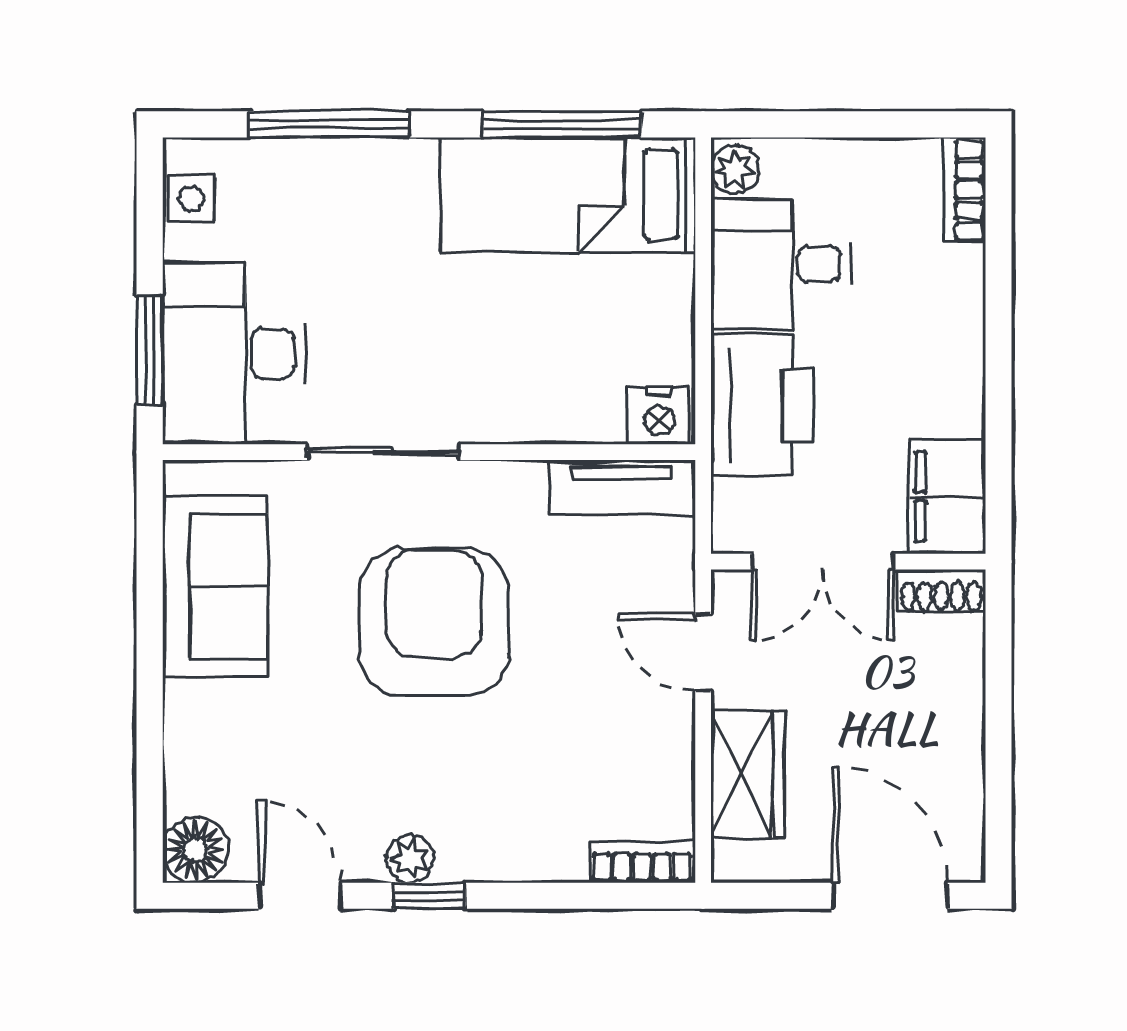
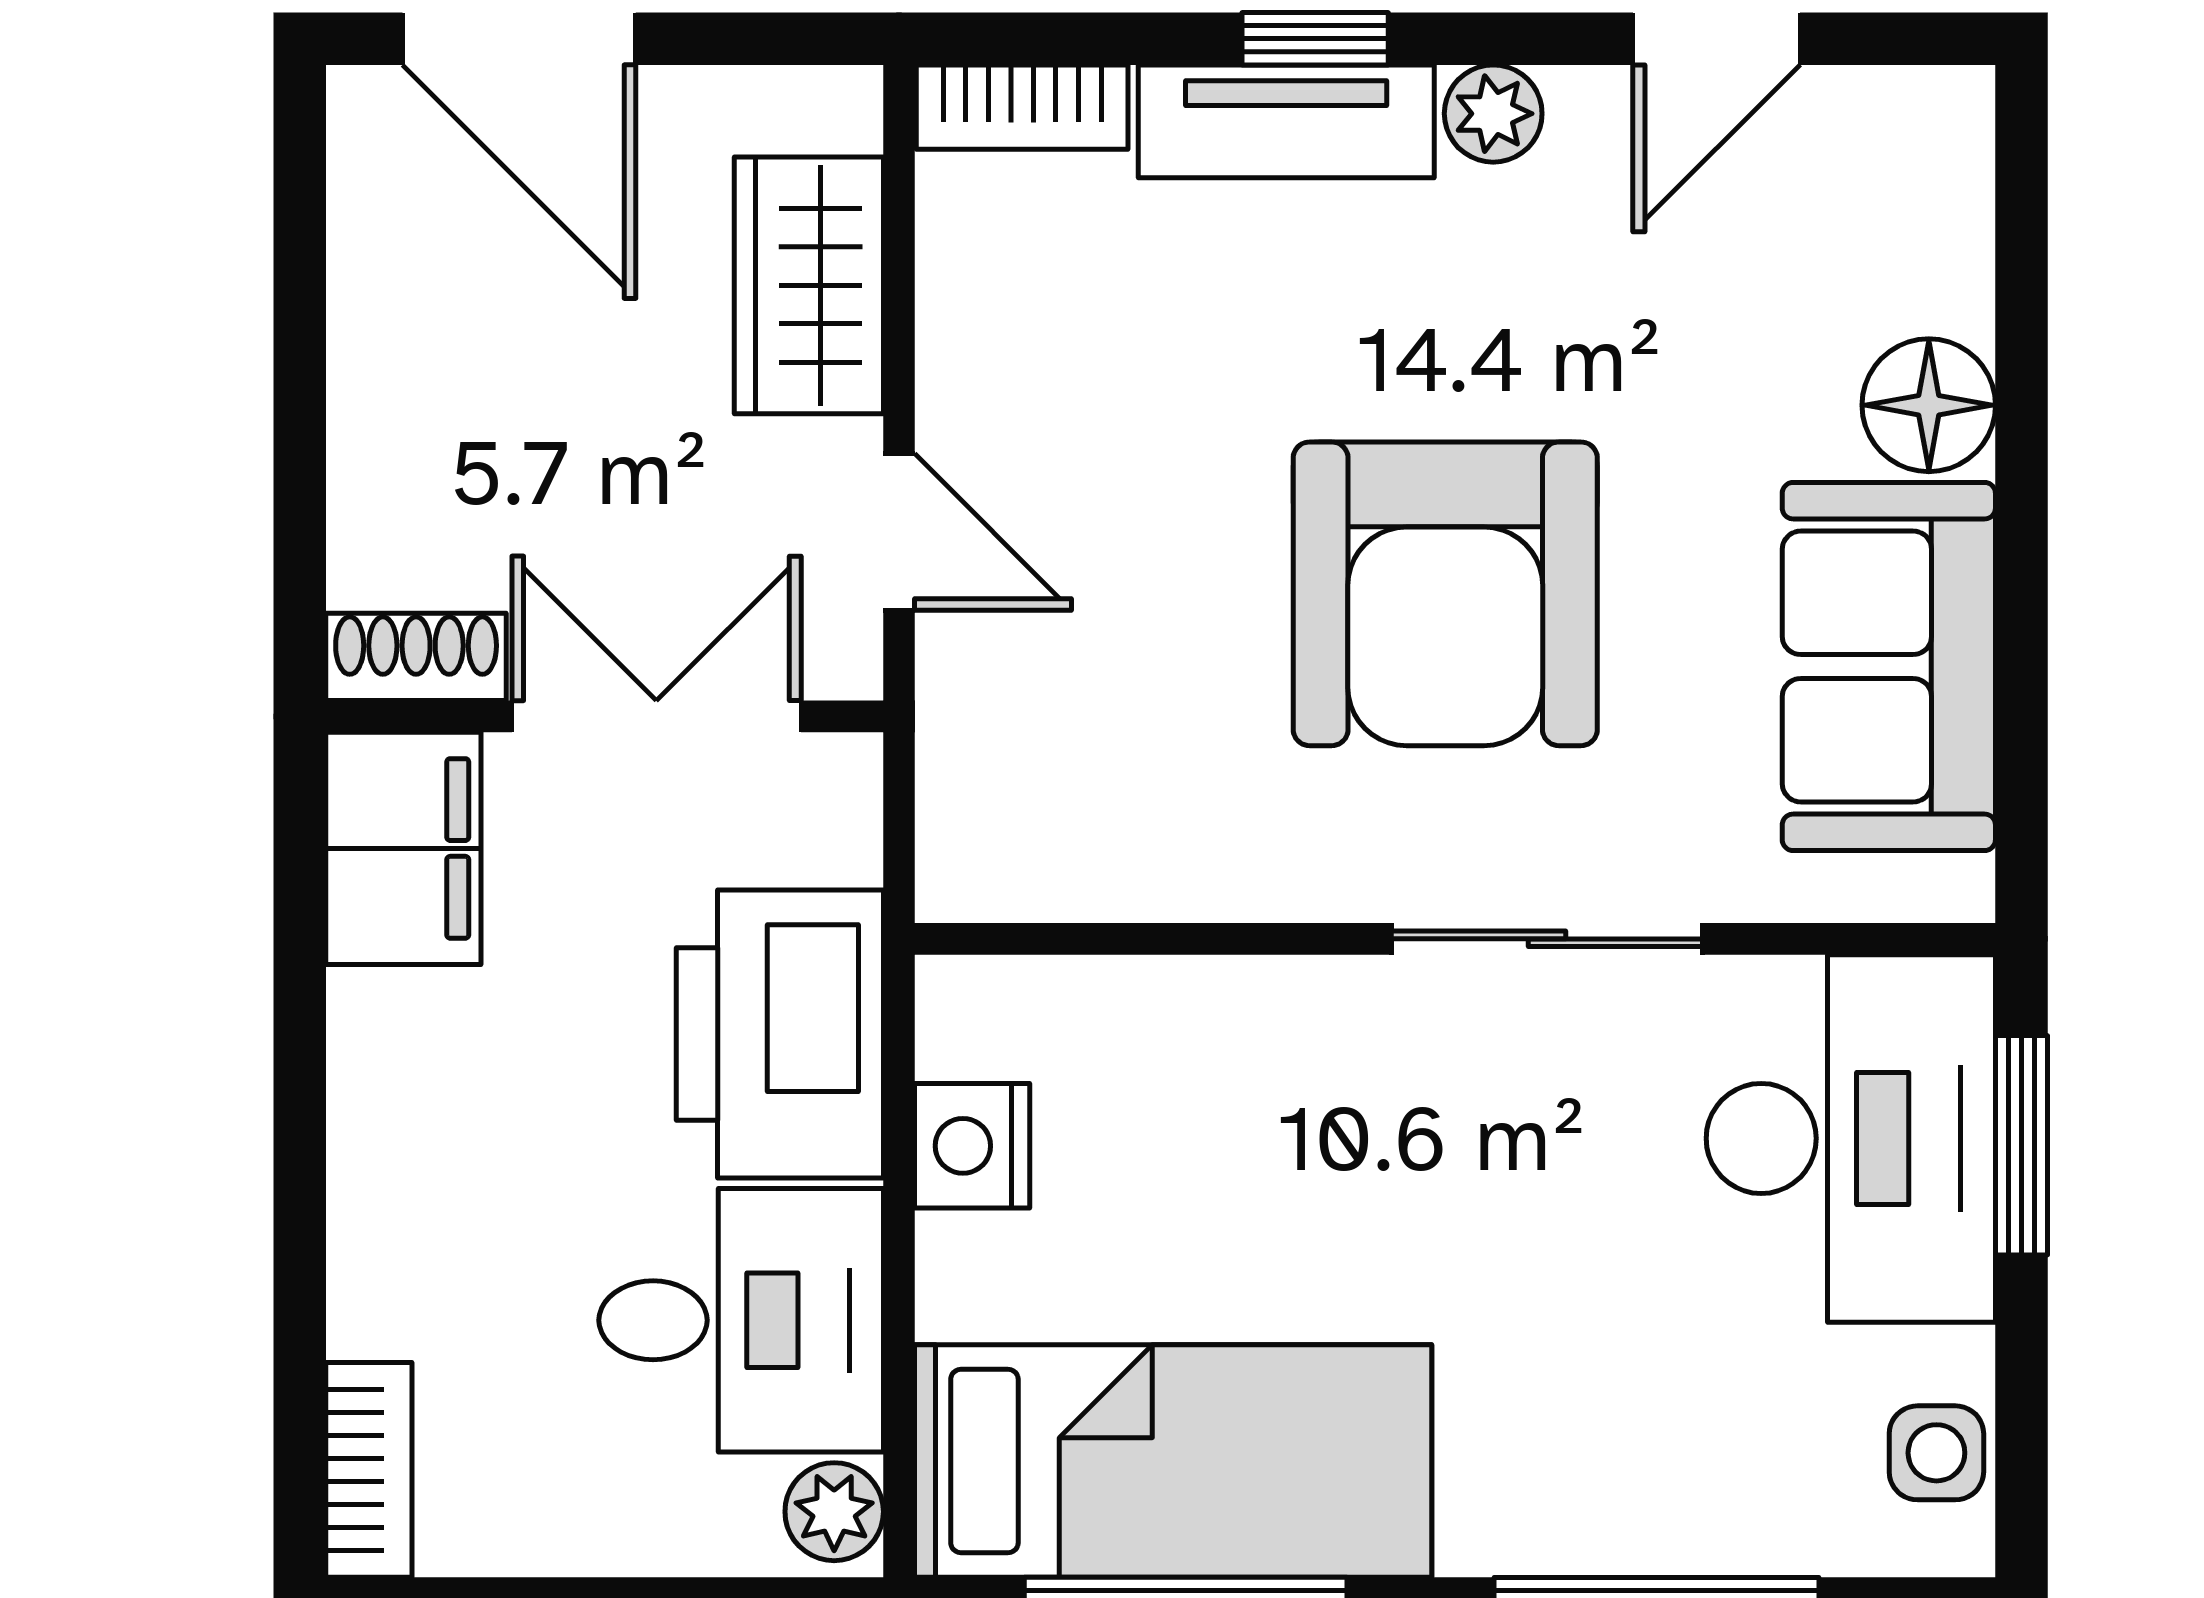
nightstand: (659, 416) -> (972, 1146), moved, turned -90
tv unit: (622, 488) -> (1286, 121), moved, turned 180
floor lamp: (195, 850) -> (1929, 405), moved
door: (300, 896) -> (1717, 39), hinge flipped
window: (429, 896) -> (1315, 39), moved

